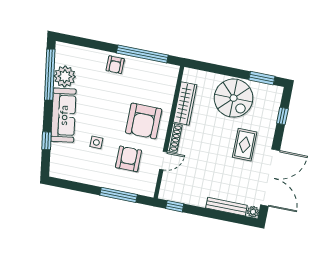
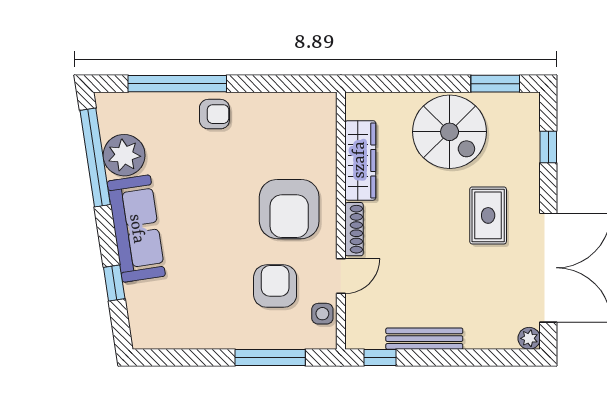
window: (142, 54) -> (177, 84), moved
armchair: (115, 65) -> (214, 114), turned -90
side table: (96, 142) -> (322, 314), moved
bench: (226, 207) -> (424, 339), moved

